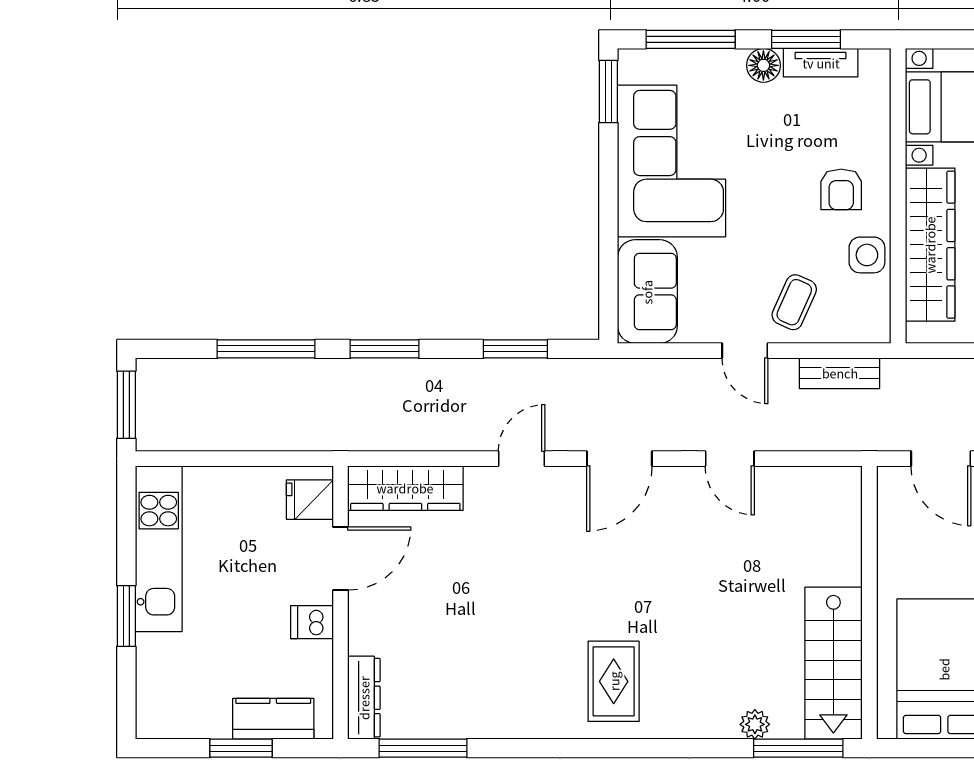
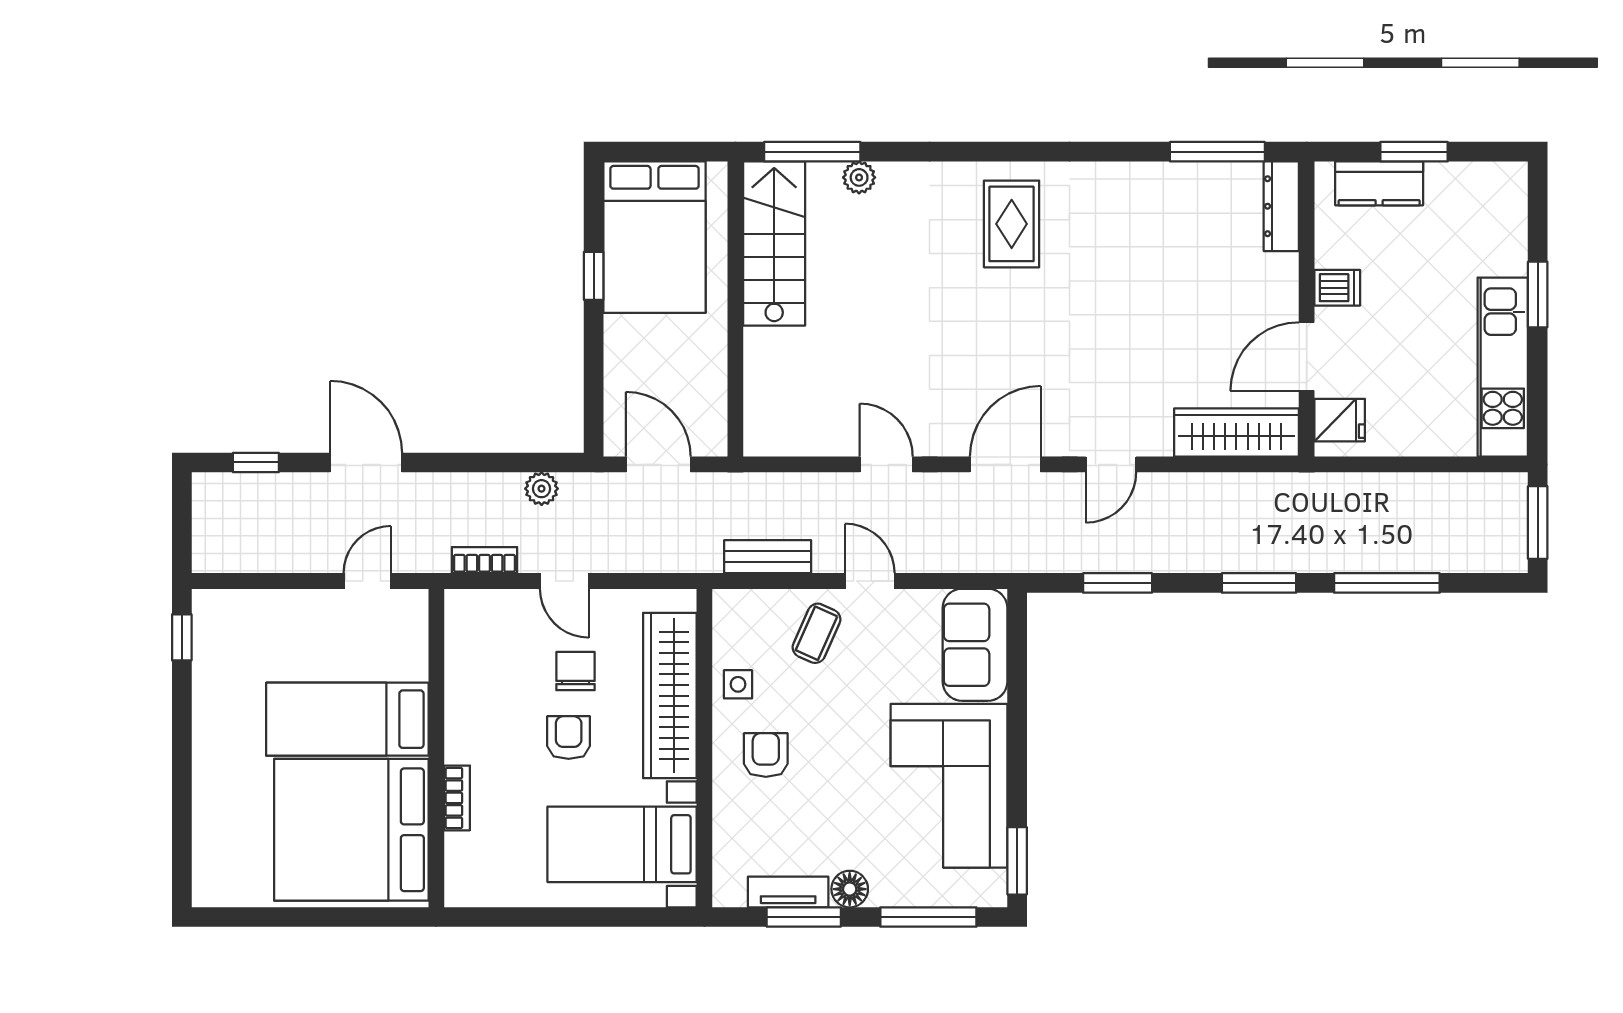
side table: (867, 255) -> (738, 684), width x0.73, depth x0.73

